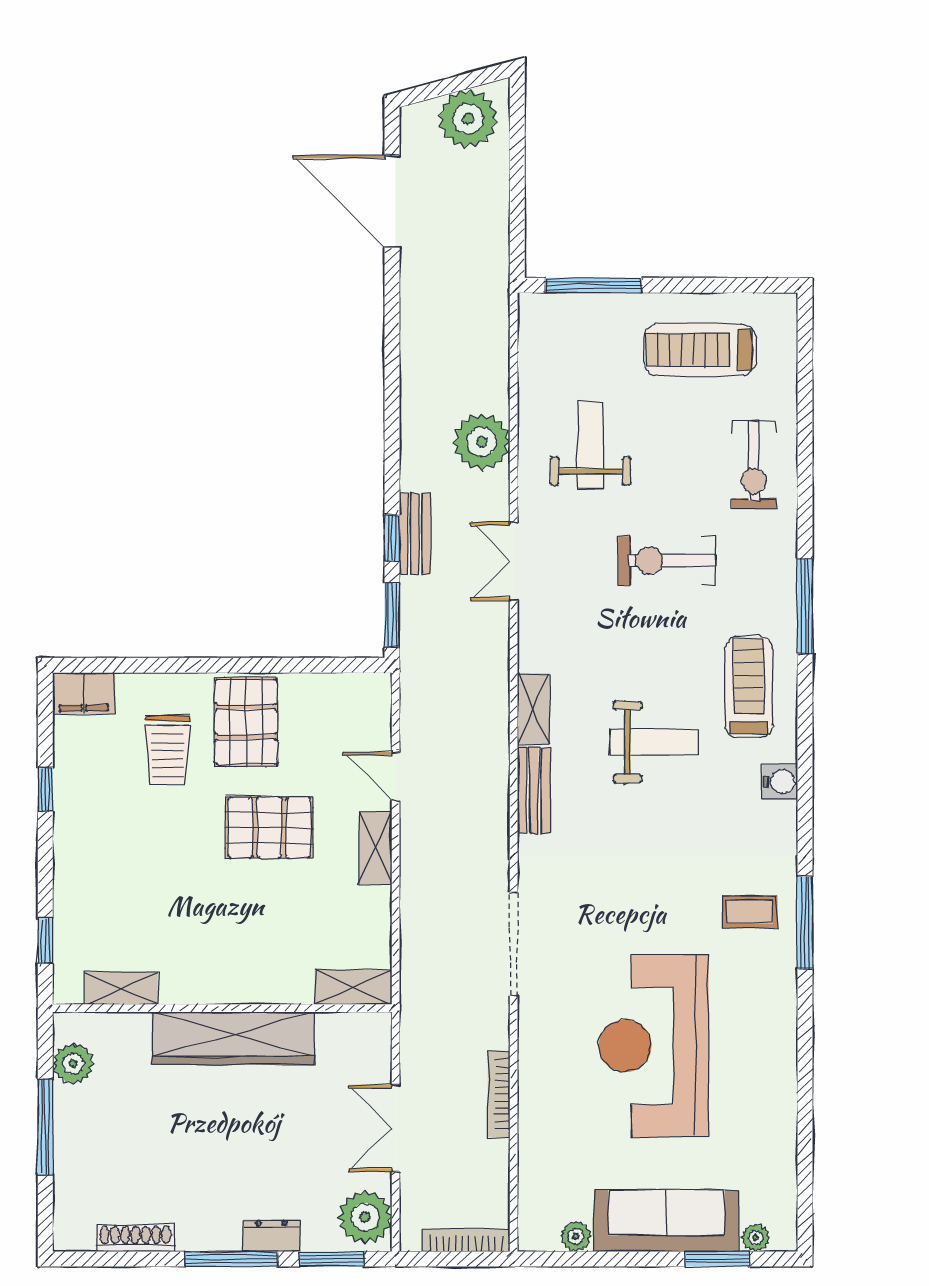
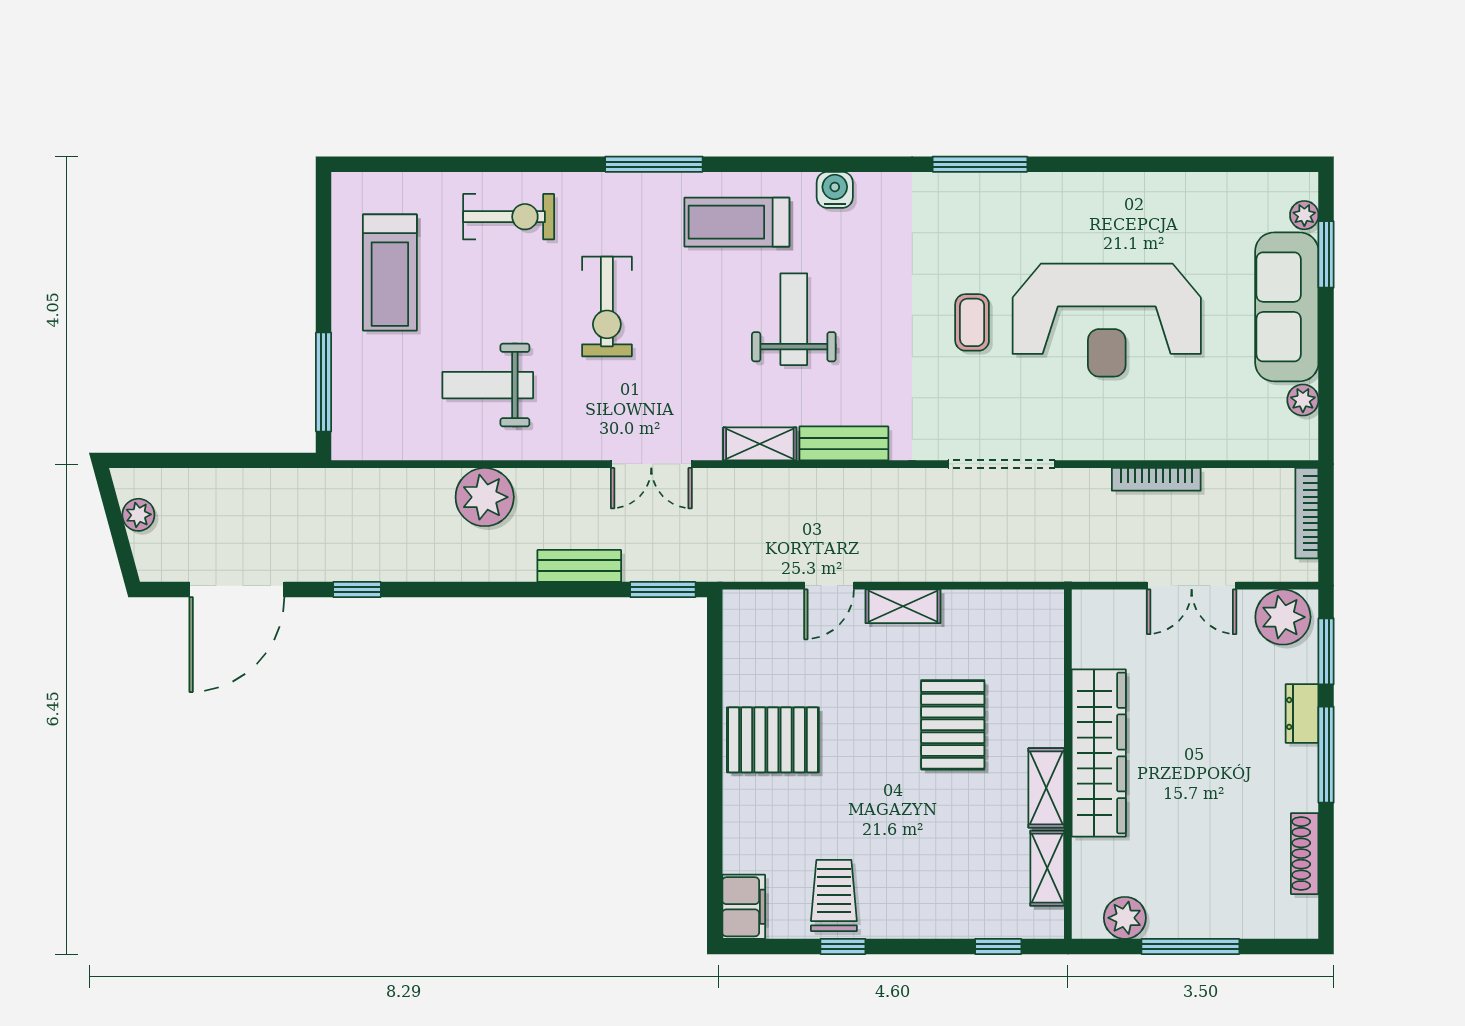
plant: (468, 119) -> (138, 515), width x0.53, depth x0.53
window: (392, 538) -> (357, 589), moved
double door: (514, 561) -> (651, 464), moved
trolley: (168, 750) -> (834, 895), moved, turned -90
pallet: (269, 828) -> (953, 725), moved
coffee table: (750, 912) -> (972, 322), moved
shelving: (353, 987) -> (1046, 788), moved

